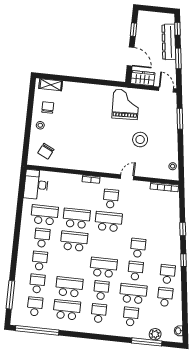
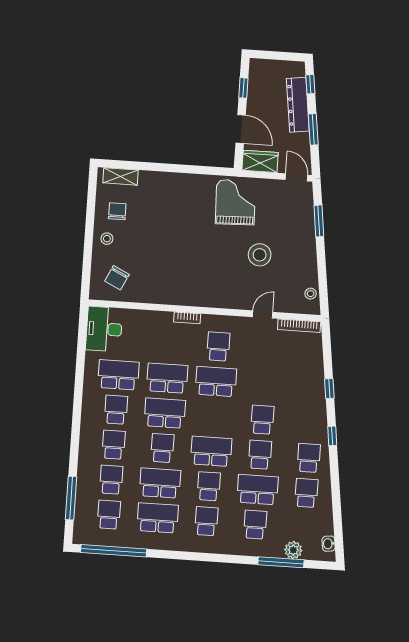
door: (127, 177) -> (263, 314), moved
school desk: (72, 264) -> (162, 448), added

